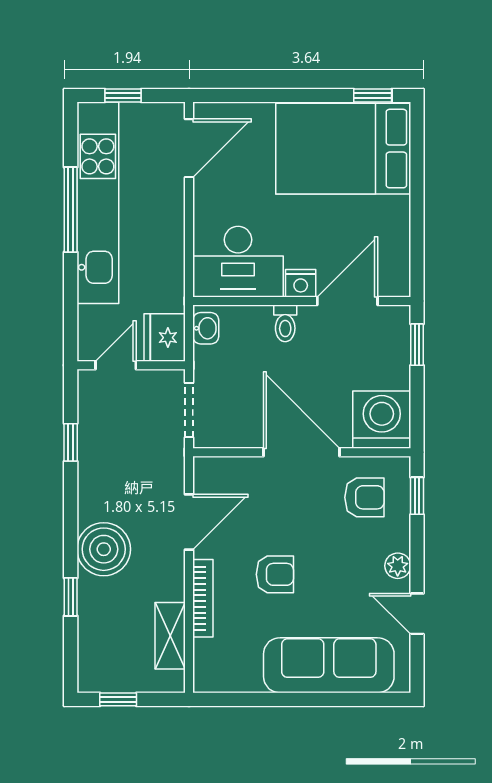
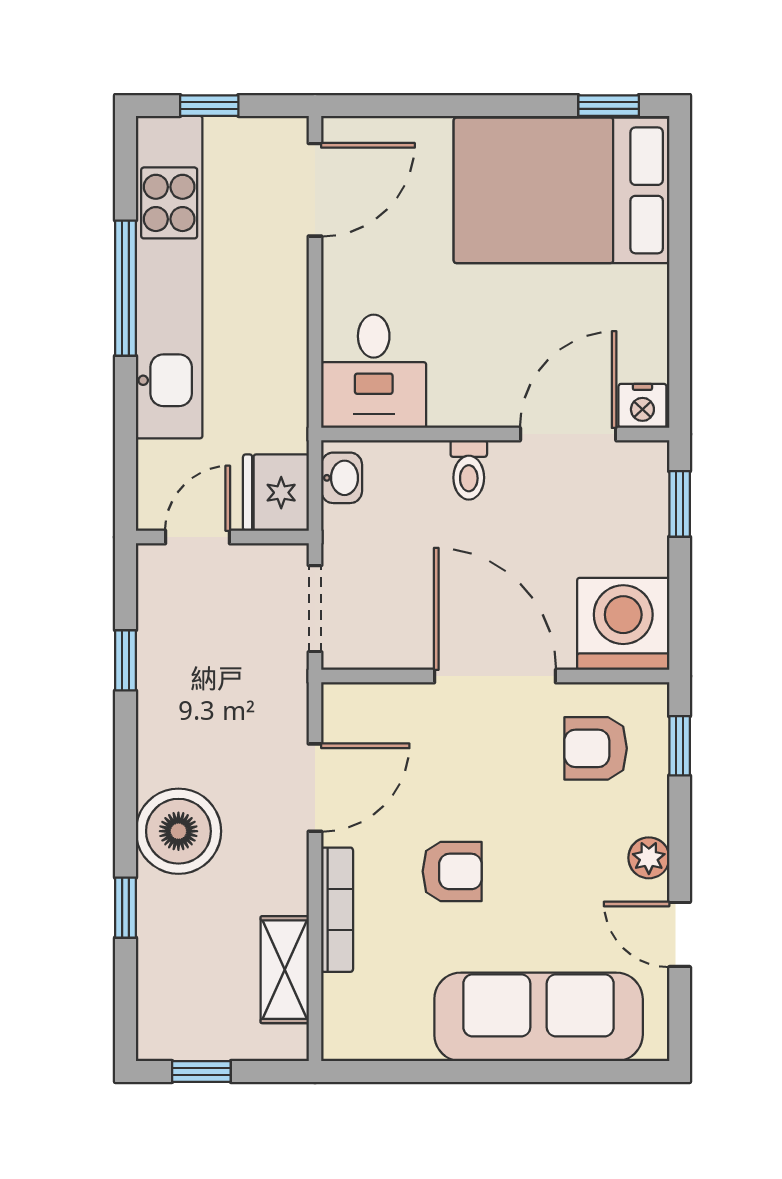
desk: (238, 262) -> (374, 371), width x0.73
nightstand: (301, 283) -> (642, 406), moved
armchair: (364, 497) -> (596, 748), turned 180

